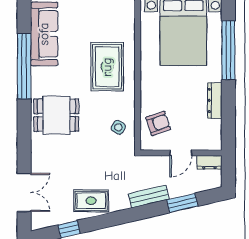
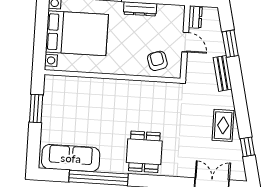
rug: (107, 67) -> (104, 104), removed
side table: (118, 127) -> (159, 97), removed

